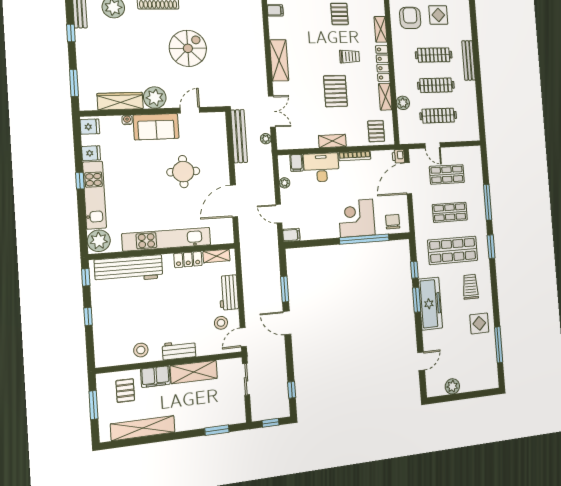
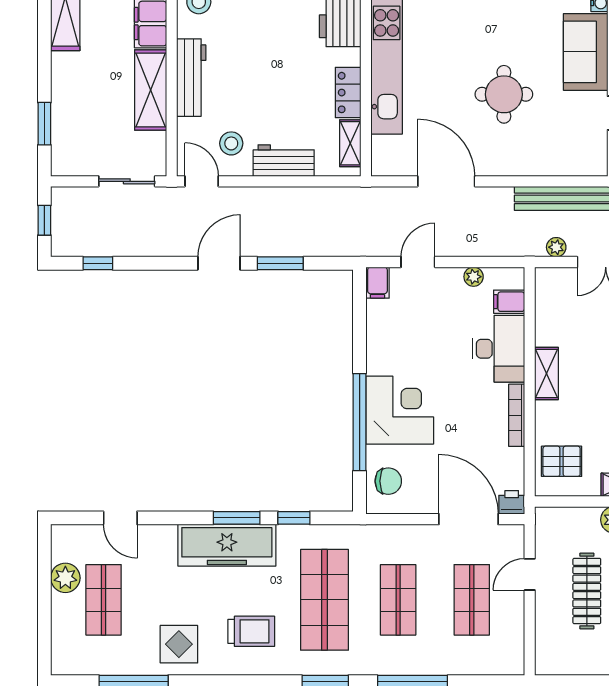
workbench: (179, 350) -> (191, 78), width x1.38
shop shelf: (461, 365) -> (104, 600), added

